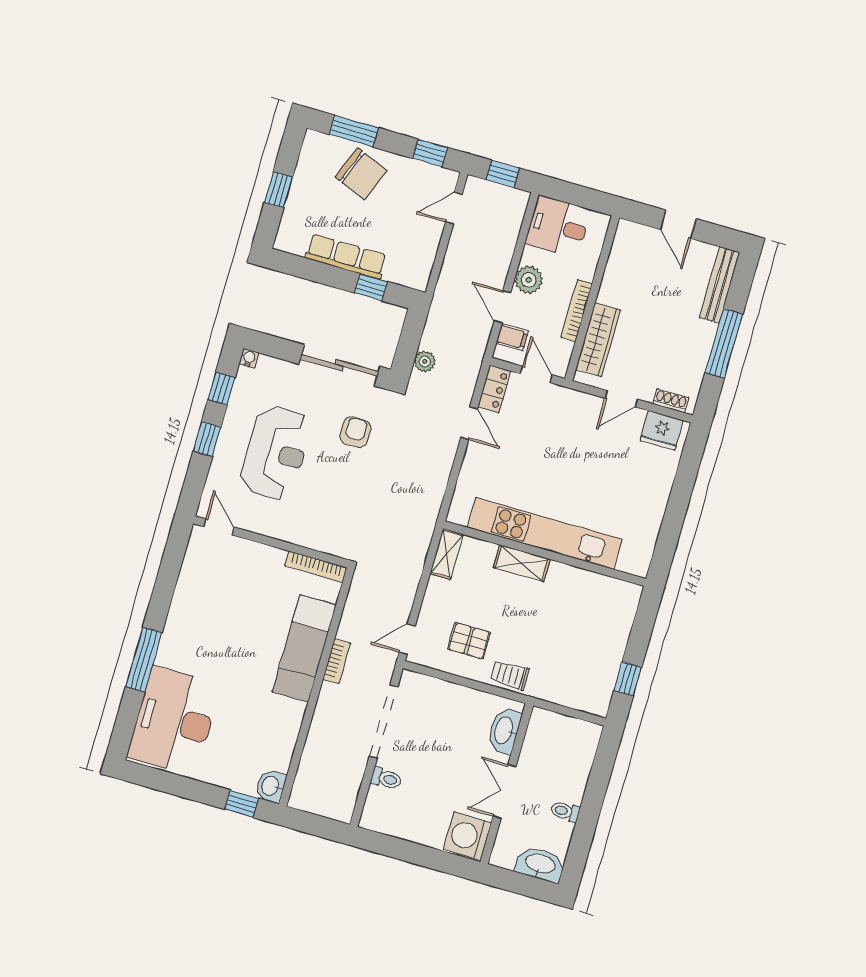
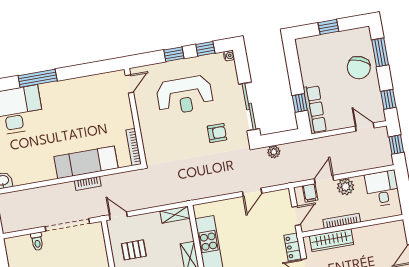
row of seats: (346, 257) -> (315, 109), moved
locker: (494, 389) -> (293, 247), moved, turned 90
pallet: (469, 641) -> (134, 250), turned 90

